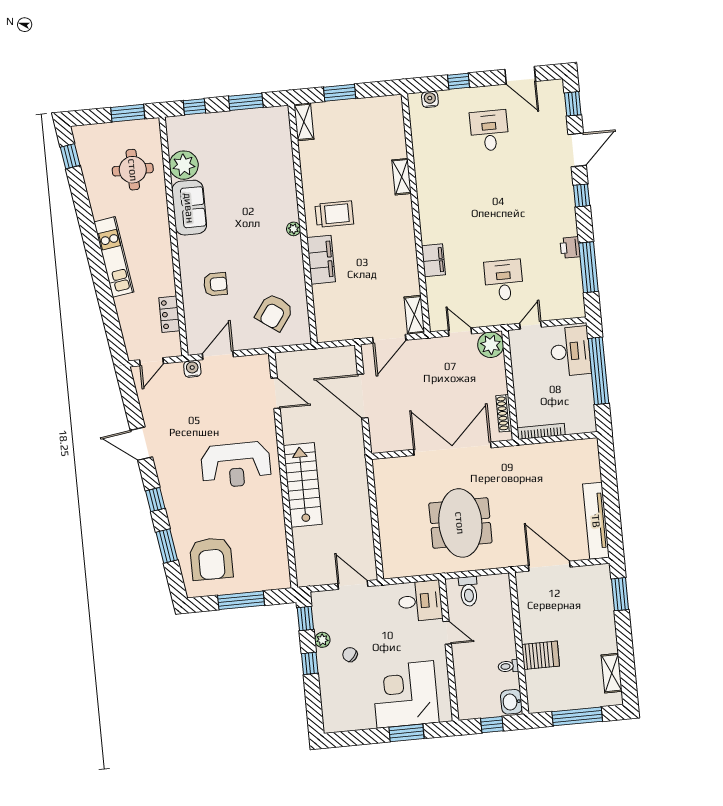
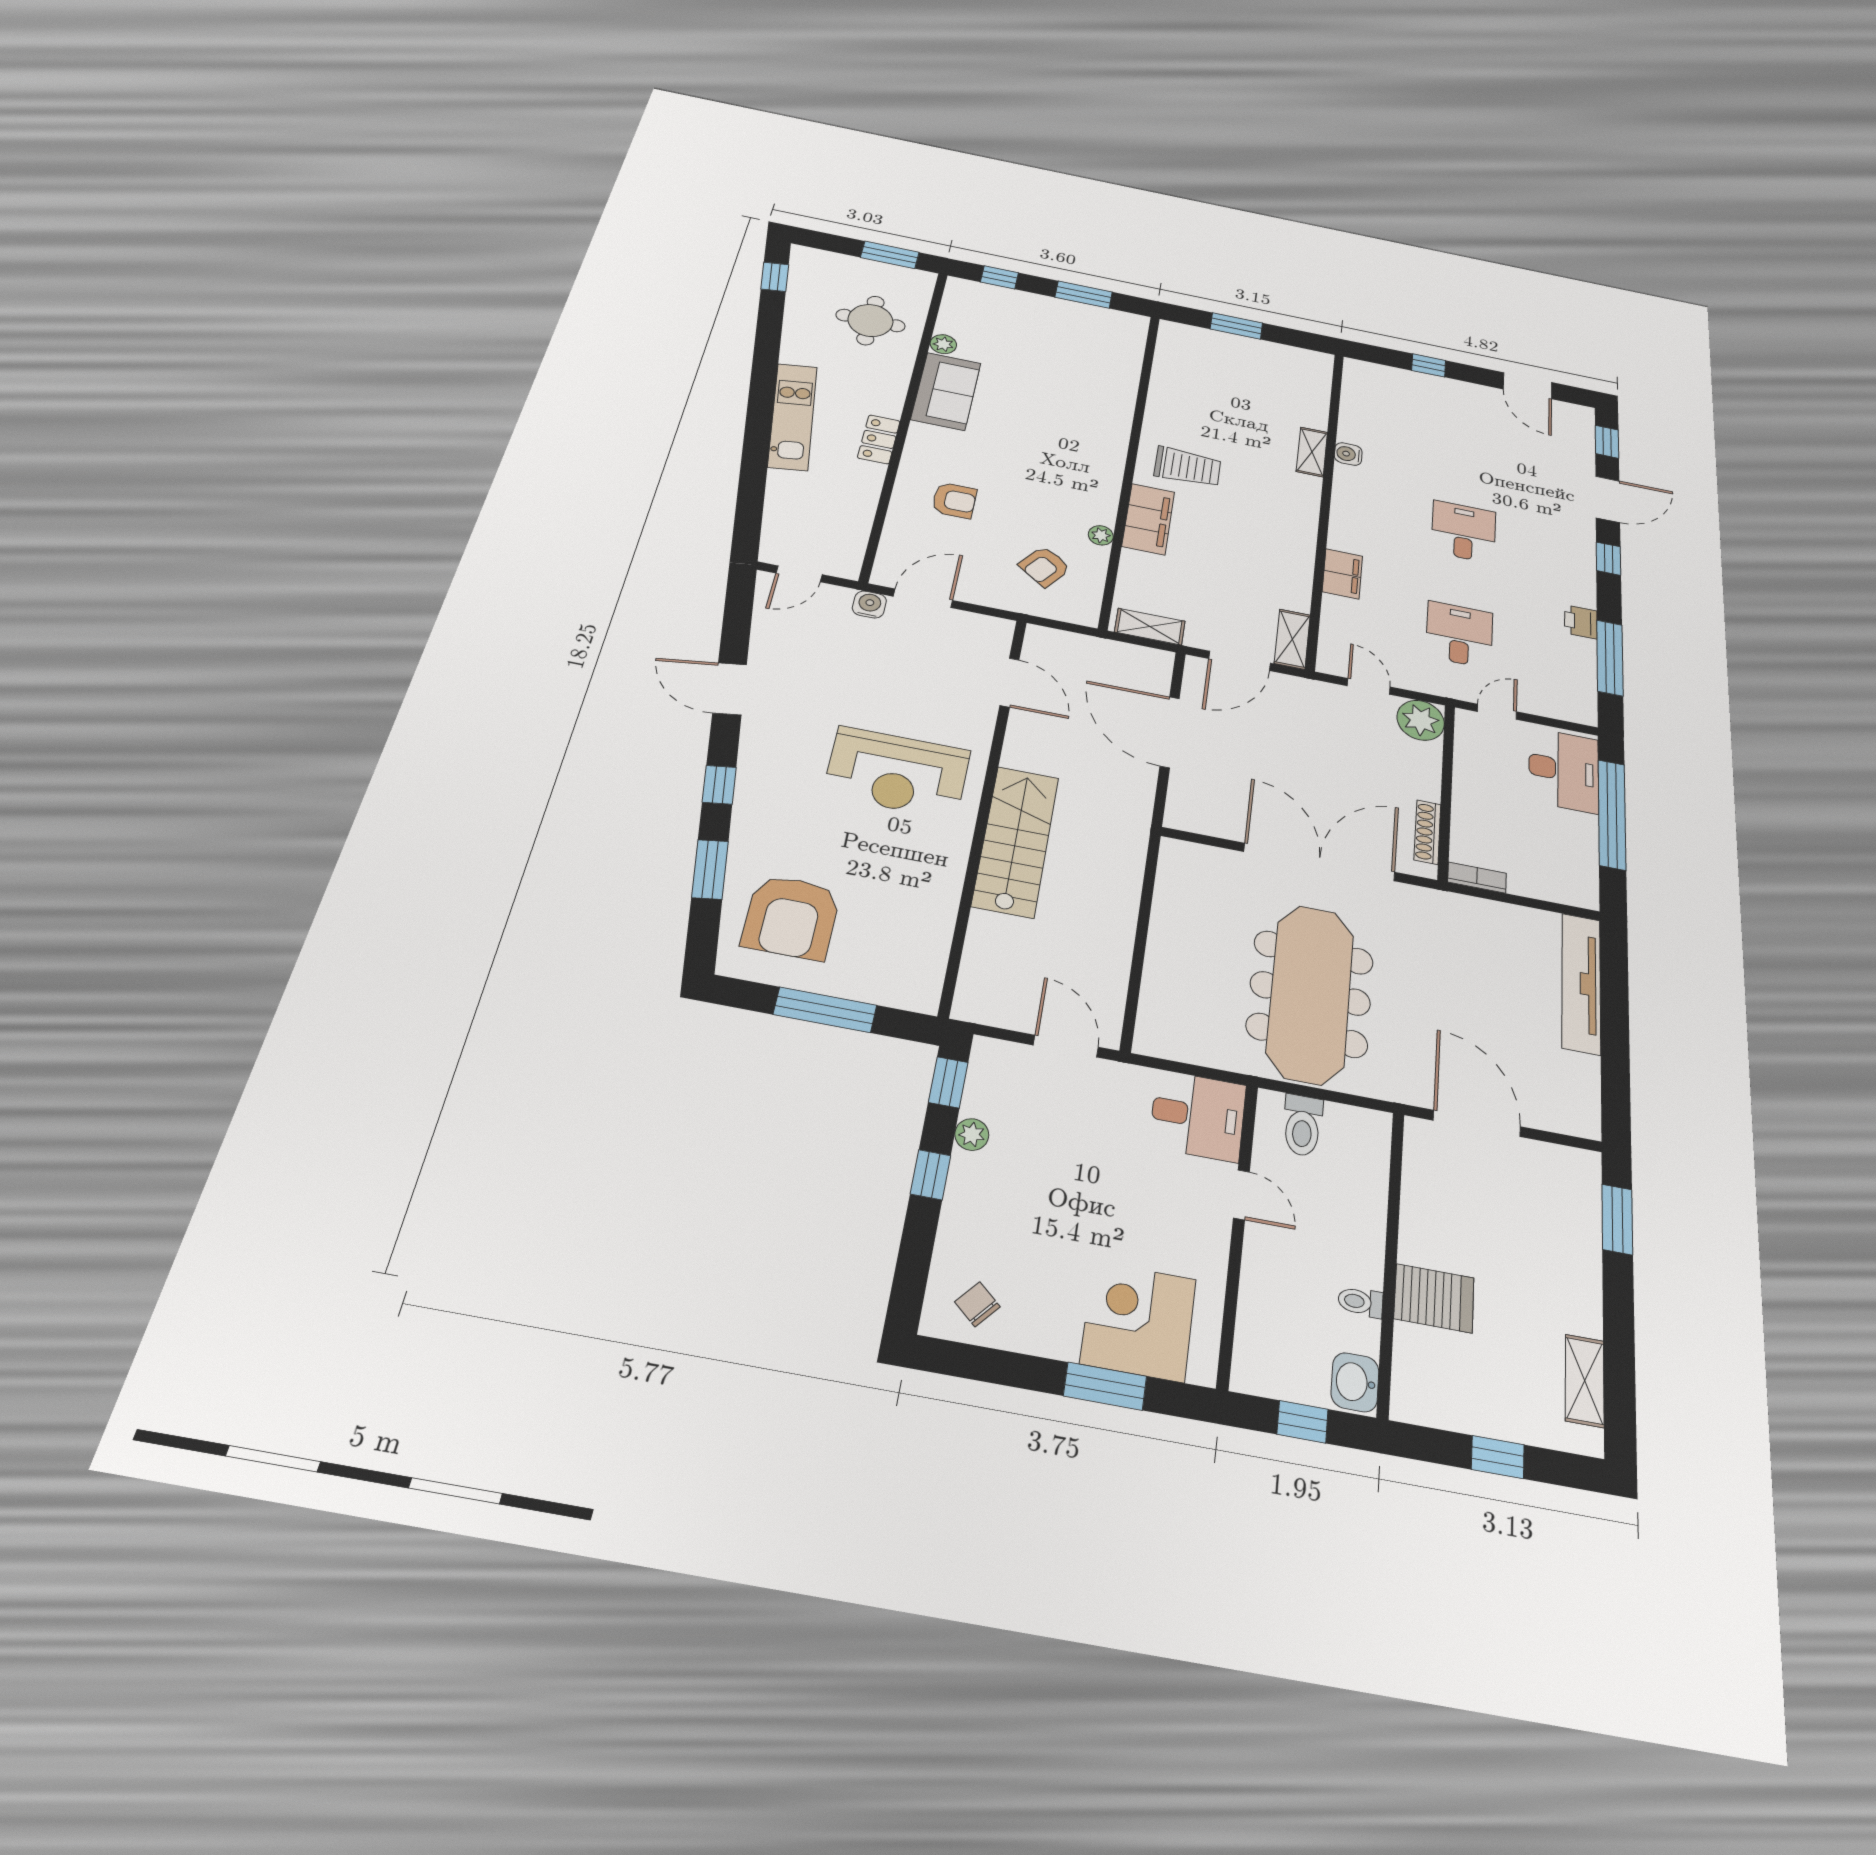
water cooler: (430, 99) -> (1348, 454), moved, turned -90
shelving: (304, 122) -> (1150, 627), moved, turned 90
desk: (489, 131) -> (1464, 532), moved
plant: (184, 165) -> (943, 344), width x0.53, depth x0.53
plant: (294, 229) -> (1101, 535), moved
armchair: (274, 312) -> (1045, 567), width x0.72, depth x0.72
locker: (169, 314) -> (879, 439), moved
bookcase: (541, 431) -> (1477, 878), width x0.64
tv unit: (596, 521) -> (1581, 983), moved
meeting table: (460, 523) -> (1310, 993), width x1.36
chair: (350, 655) -> (977, 1304), moved
corner desk: (405, 694) -> (1138, 1321), width x0.74, depth x0.74
window: (577, 716) -> (1498, 1457), width x0.46

